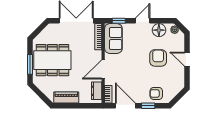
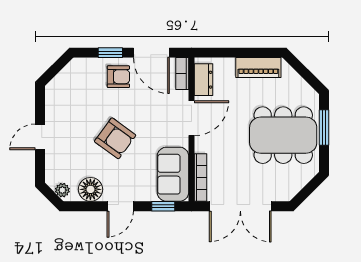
armchair: (158, 58) -> (115, 138), moved, turned -54
door: (187, 59) -> (40, 137), swing flipped
armchair: (156, 93) -> (118, 77), moved

